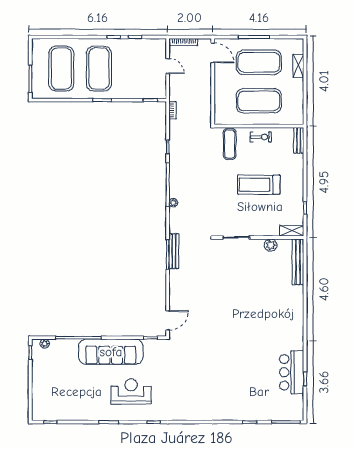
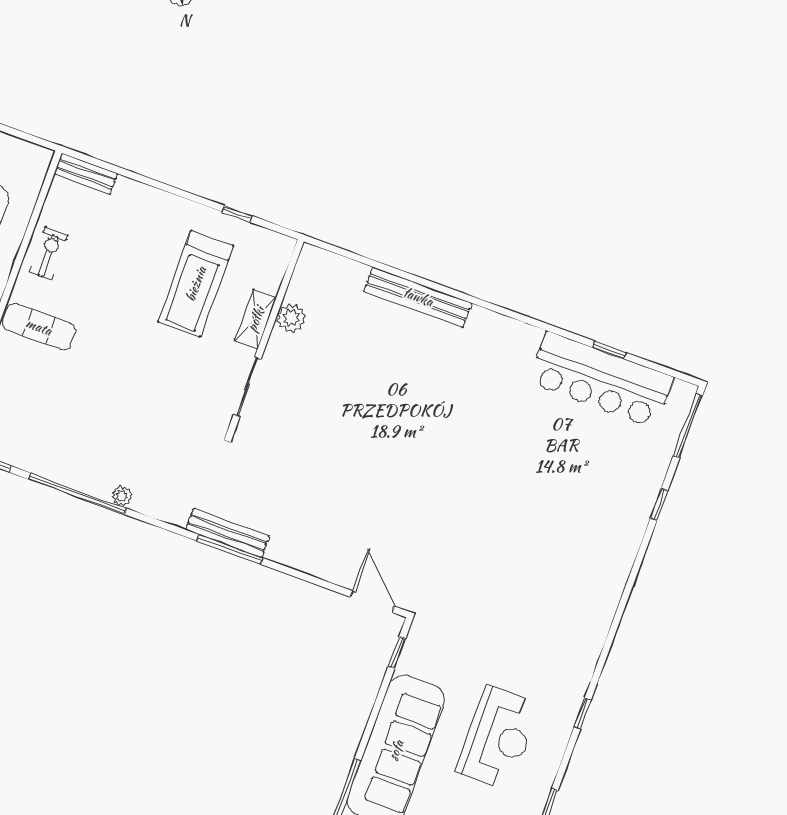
treadmill: (259, 185) -> (196, 284), moved
shelving: (292, 231) -> (256, 319), moved
bench: (298, 262) -> (418, 297), moved
bar counter: (292, 372) -> (601, 380), width x1.36
reception desk: (131, 391) -> (498, 738), turned 180

